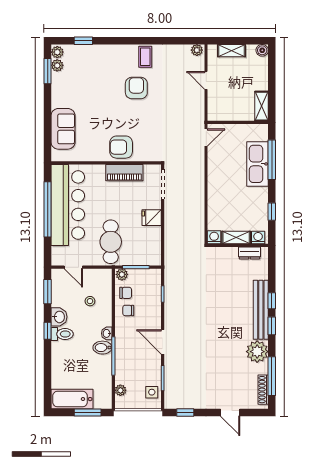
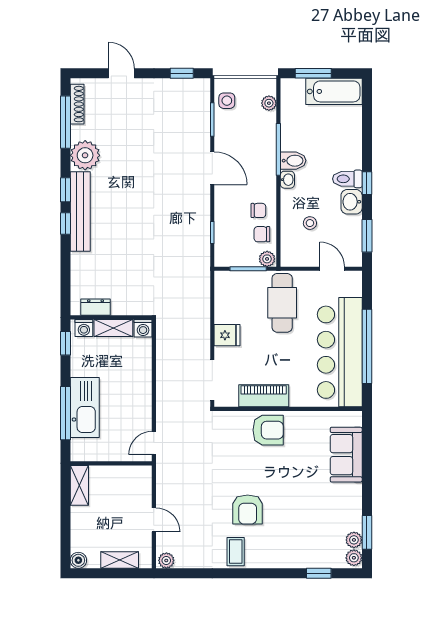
washing machine: (214, 237) -> (143, 328), moved
shelving: (236, 237) -> (113, 328), moved
washing machine: (258, 237) -> (84, 328), moved
wall: (238, 245) -> (111, 317), moved
dresser: (249, 253) -> (95, 307), moved

